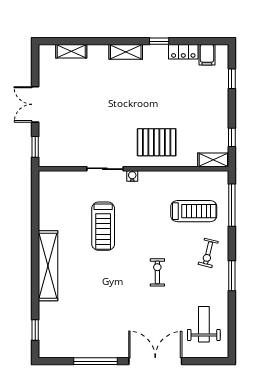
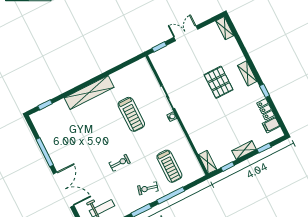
shelving: (71, 51) -> (225, 28), moved
shelving: (222, 106) -> (244, 150), added
pallet: (157, 142) -> (219, 82), moved
window: (232, 205) -> (171, 195), moved
treadmill: (103, 226) -> (131, 114), turned -90

